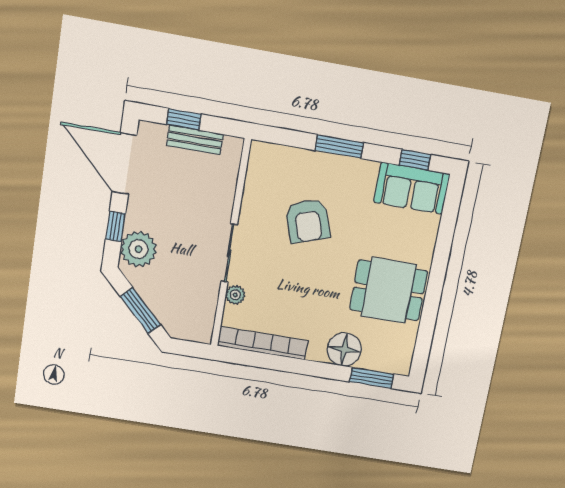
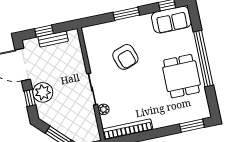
plant: (139, 249) -> (43, 92), moved
window: (437, 275) -> (203, 58), added
dining table: (389, 290) -> (181, 76), turned 90
floor lamp: (344, 349) -> (171, 116), removed

